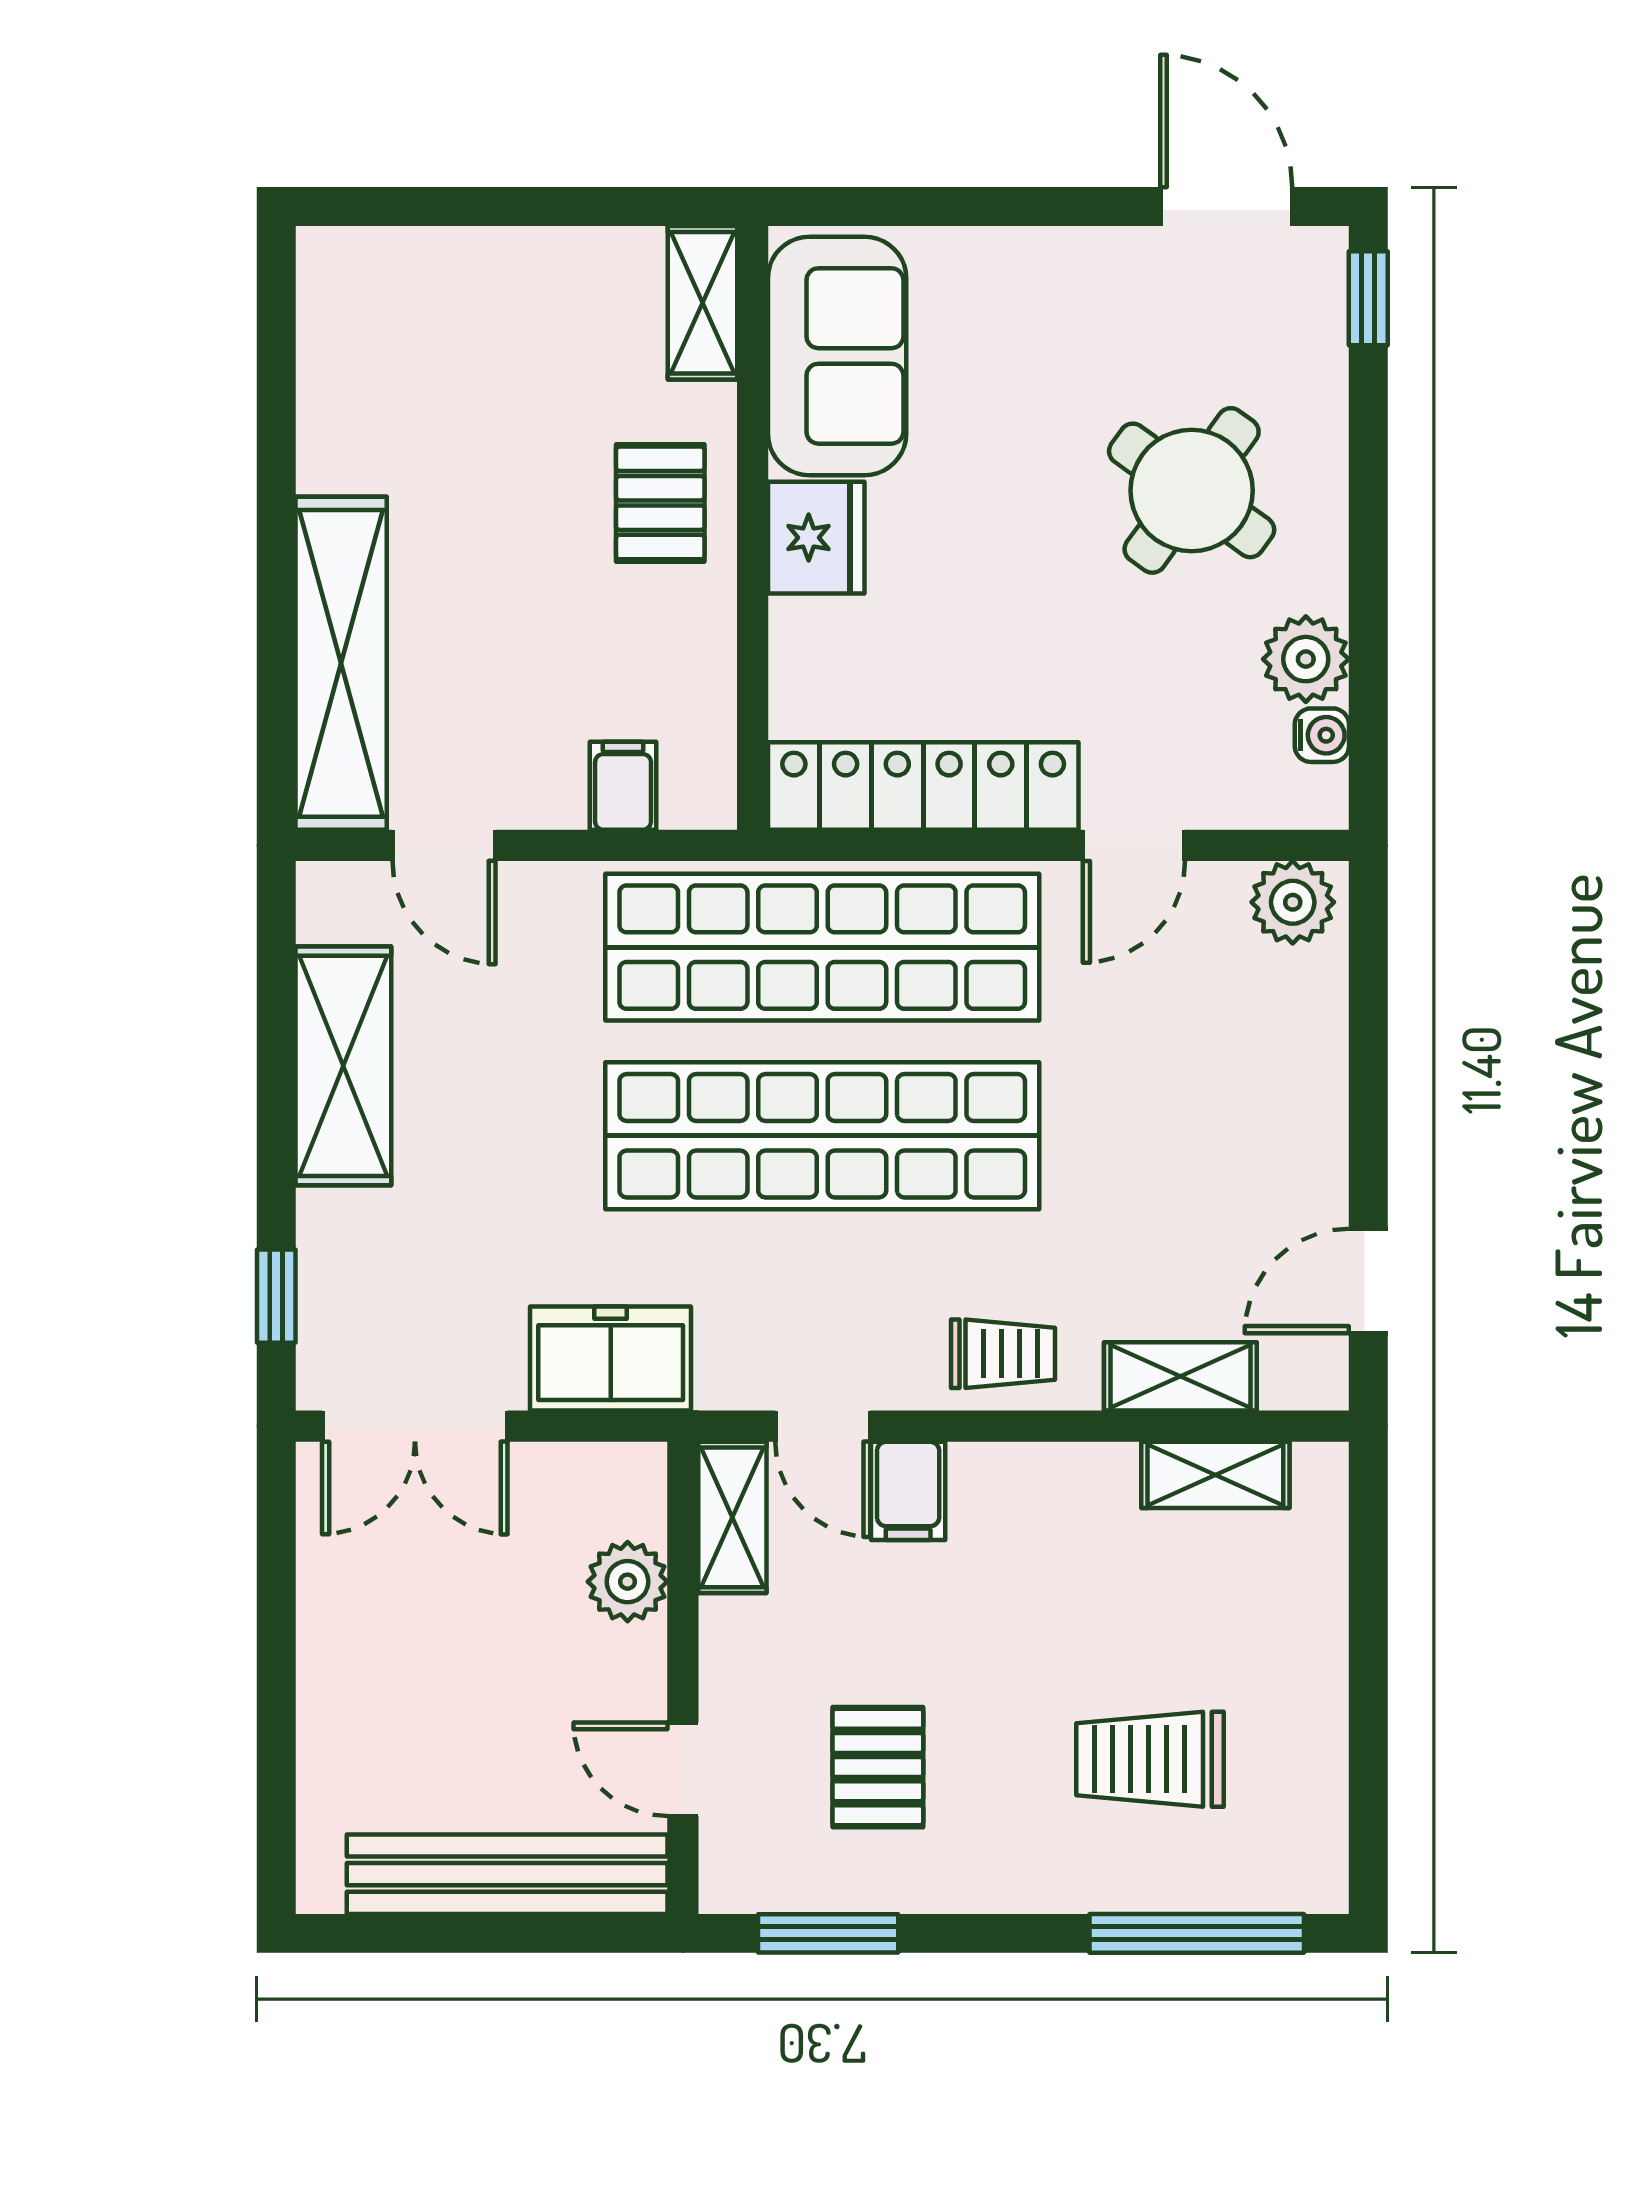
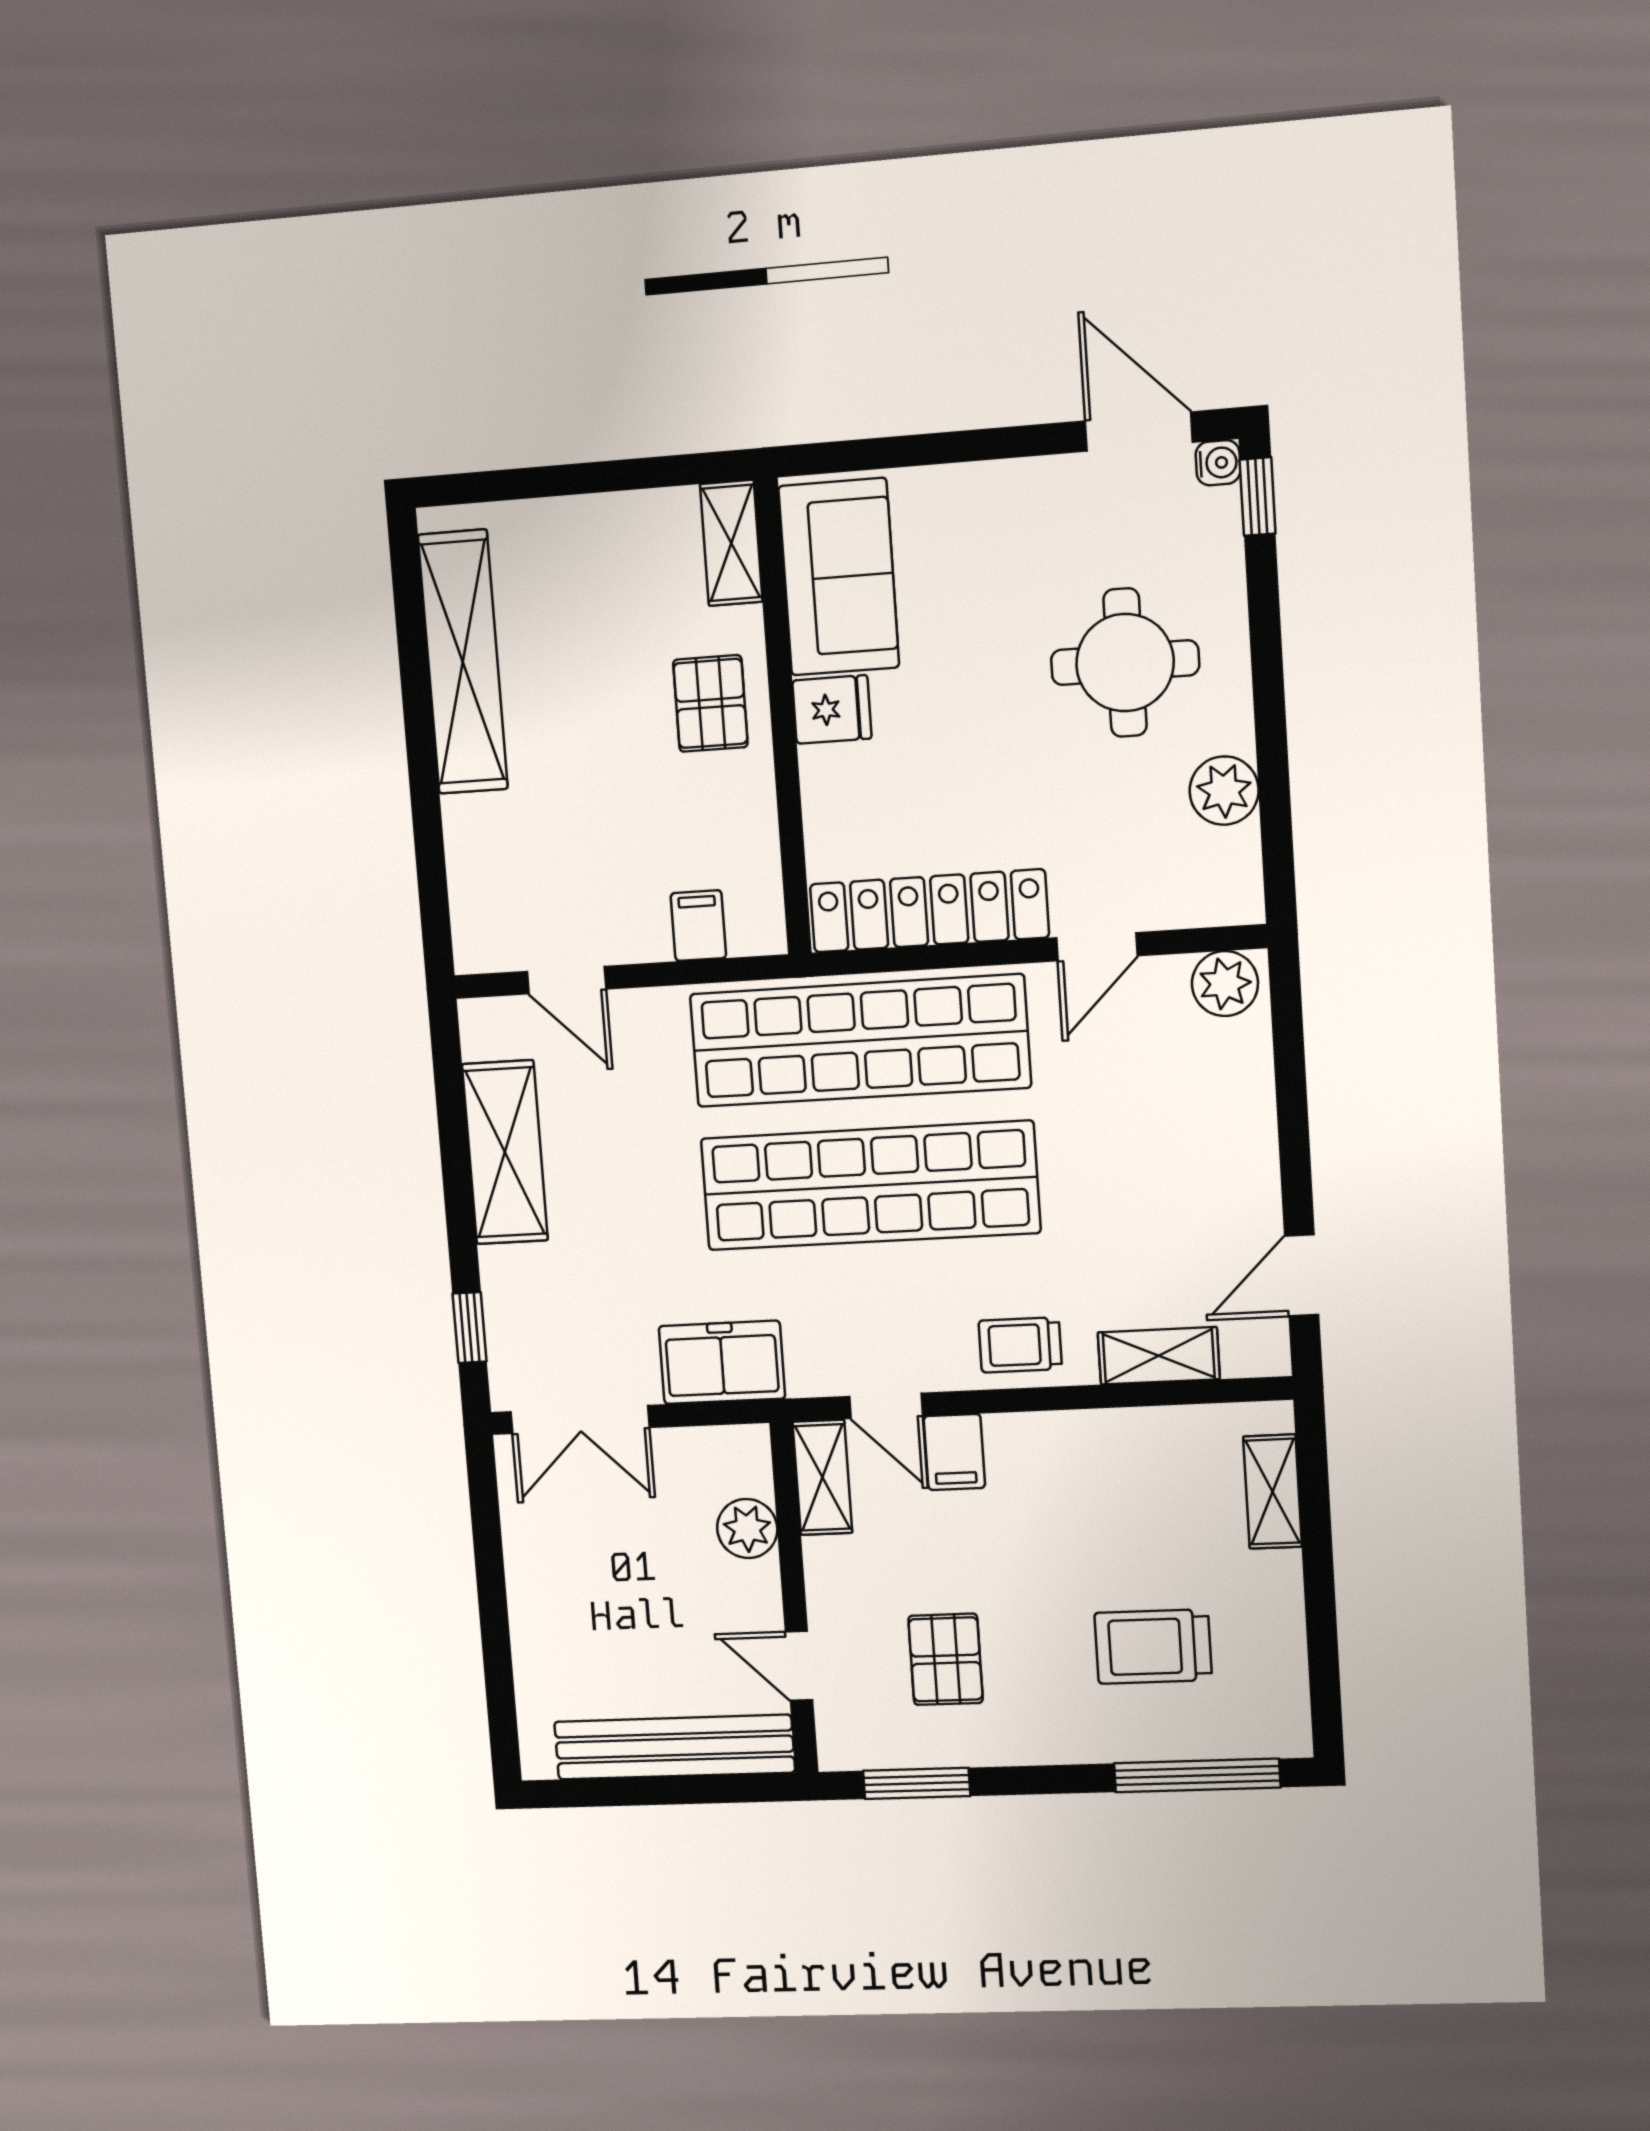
round table: (1192, 490) -> (1125, 663), turned -36
fridge: (816, 538) -> (832, 709), width x0.72
shelving: (341, 663) -> (463, 662), moved
water cooler: (1322, 735) -> (1218, 463), moved
trolley: (1003, 1354) -> (1020, 1345), turned 180
shelving: (1215, 1475) -> (1273, 1492), moved, turned 90

